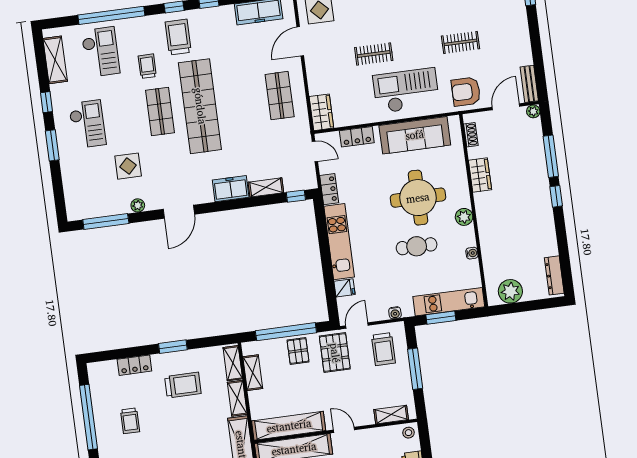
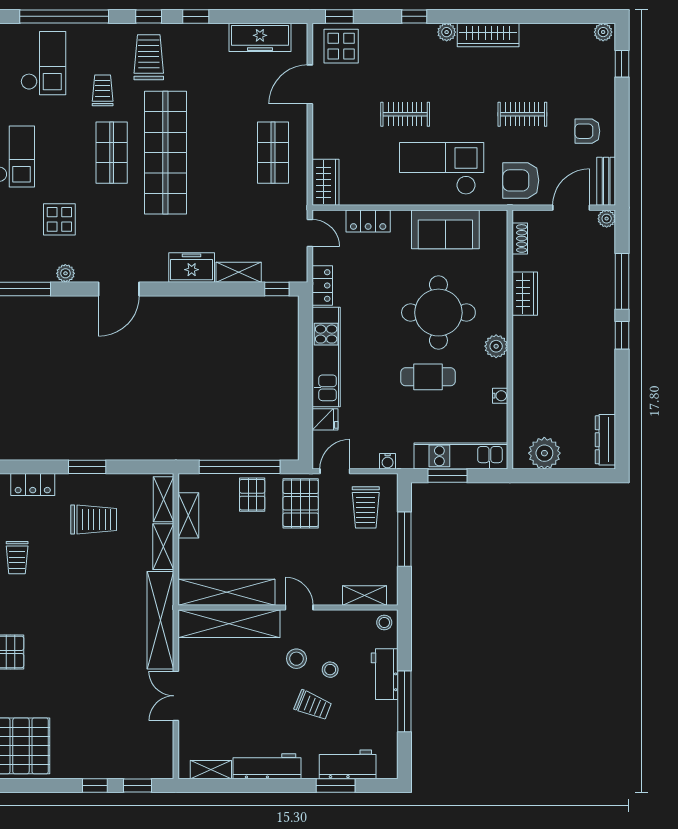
armchair: (510, 49) -> (587, 131), added
sofa: (415, 135) -> (445, 229), width x0.73

